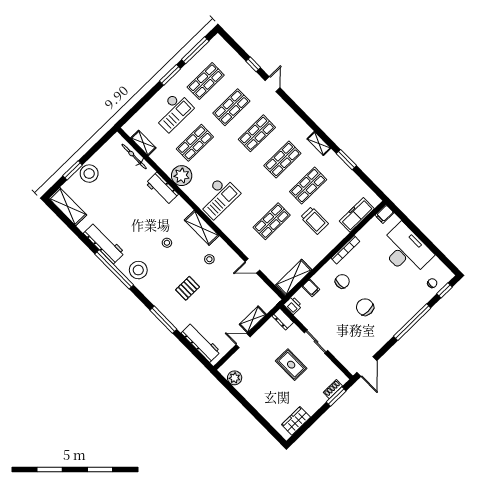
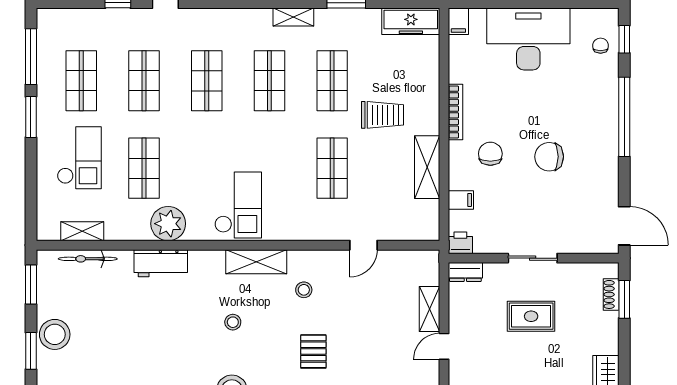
window: (100, 143) -> (31, 284), added
freezer: (357, 215) -> (411, 21), moved, turned -90
shelving: (294, 277) -> (427, 167), moved

